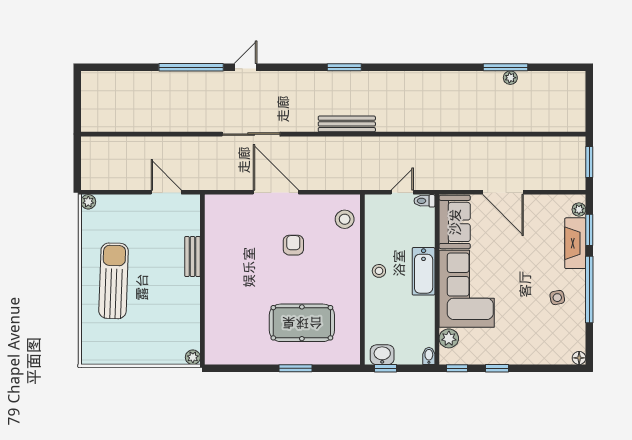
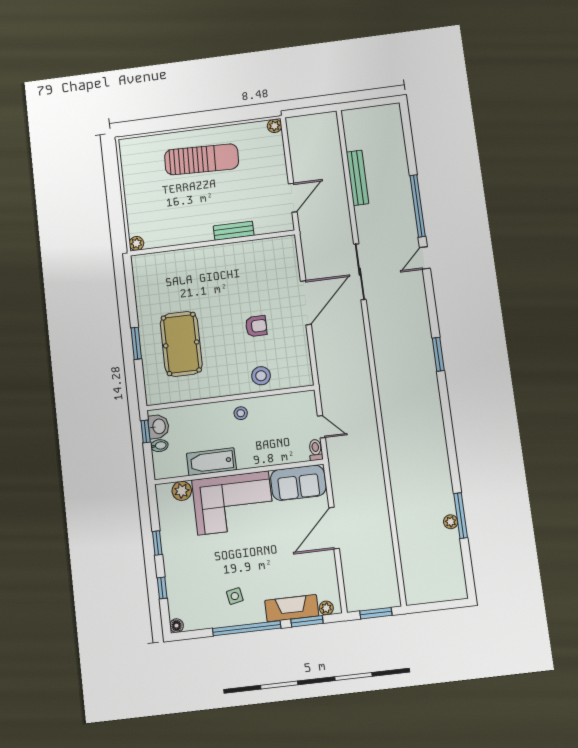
door: (246, 67) -> (425, 258), swing flipped
bench: (347, 124) -> (358, 178), moved
stool: (345, 219) -> (261, 376), moved
bathtub: (424, 271) -> (211, 462), moved
bidet: (429, 356) -> (159, 446), moved
window: (457, 368) -> (162, 588), moved

